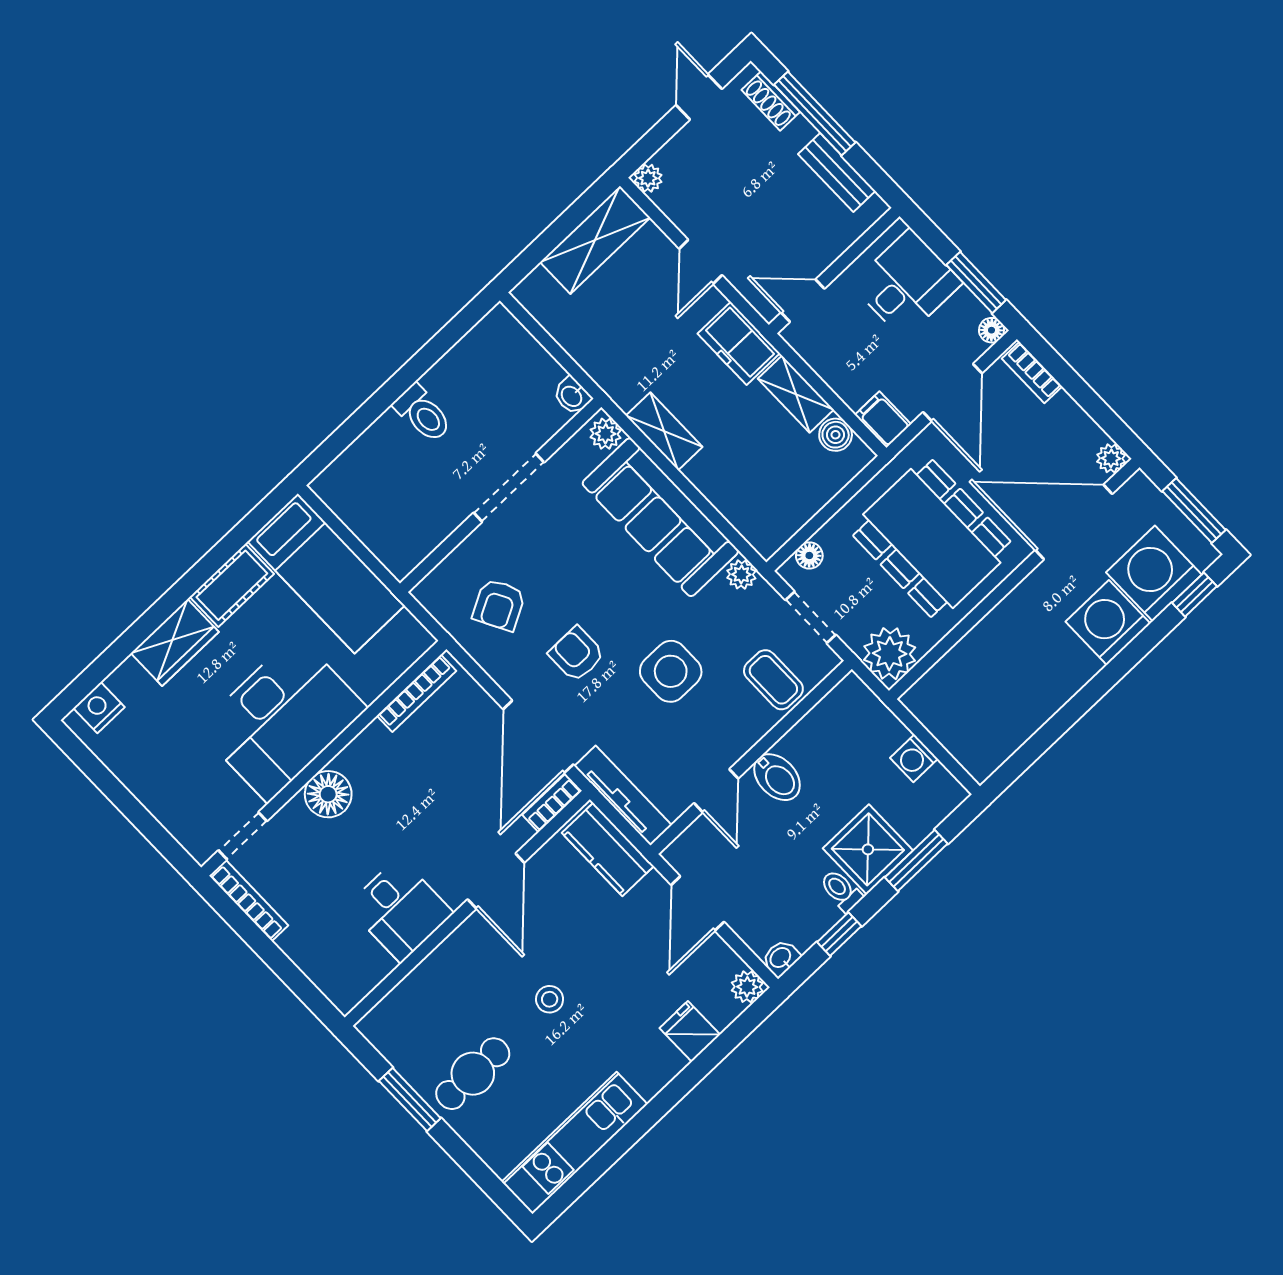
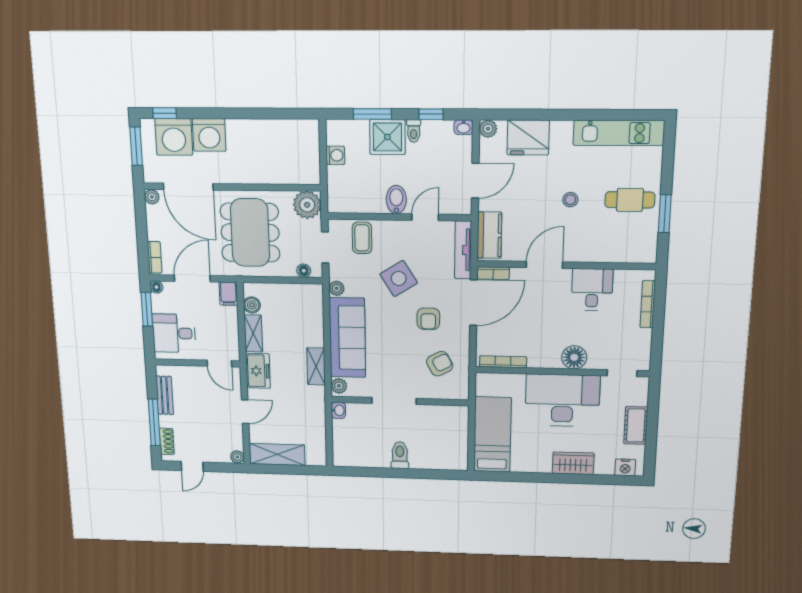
cot: (232, 585) -> (636, 425), moved, turned 90
side table: (671, 671) -> (399, 279), turned -32
bookcase: (249, 901) -> (648, 304), moved
fridge: (690, 1031) -> (528, 137), width x1.88, depth x1.34

